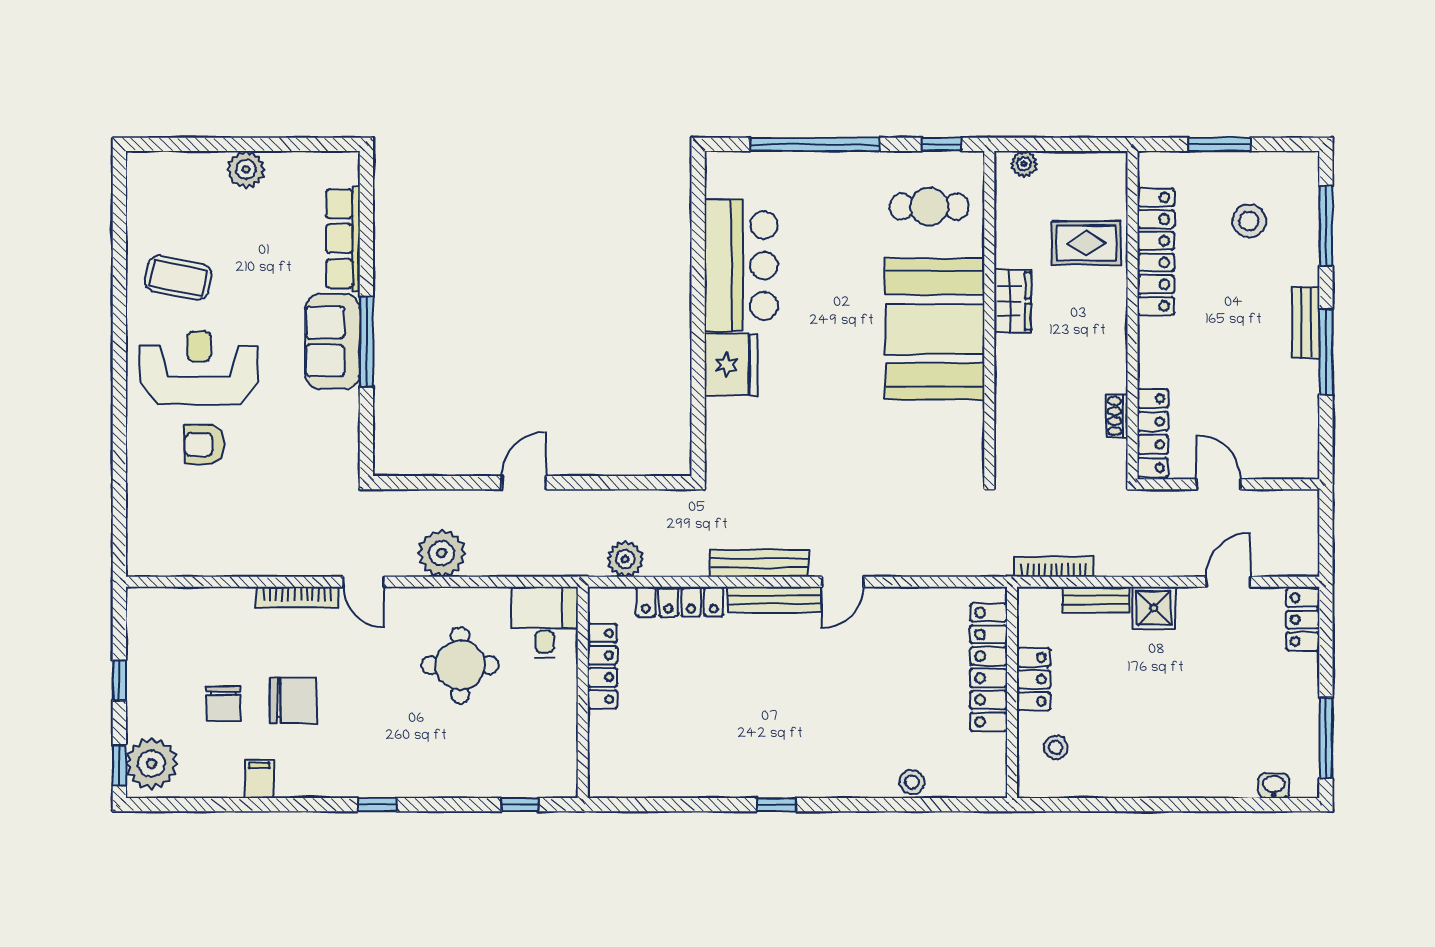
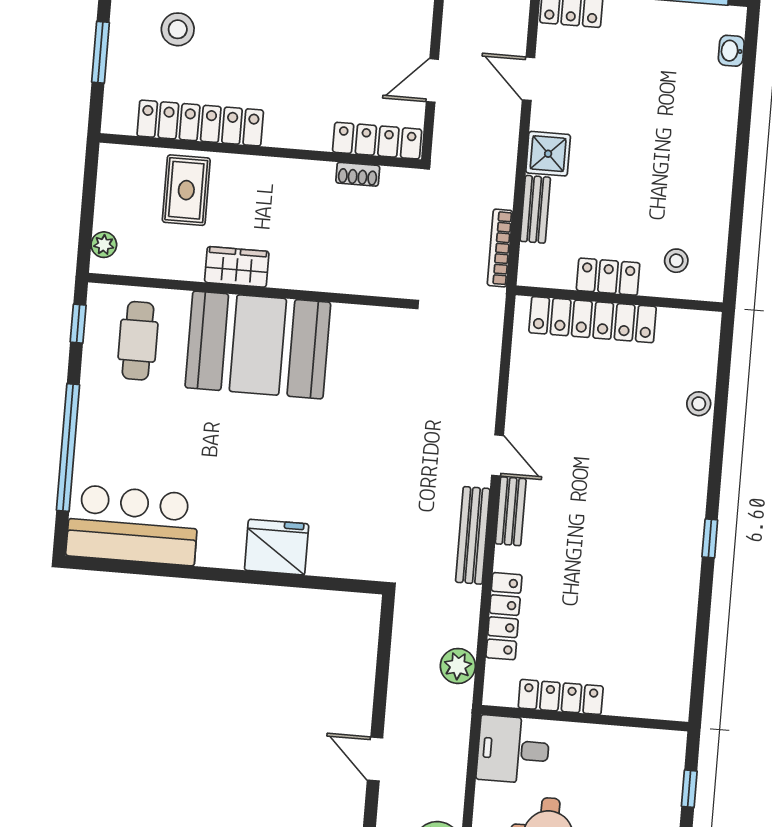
bar counter: (741, 265) -> (133, 525), moved
bench: (774, 600) -> (511, 511), width x0.73

